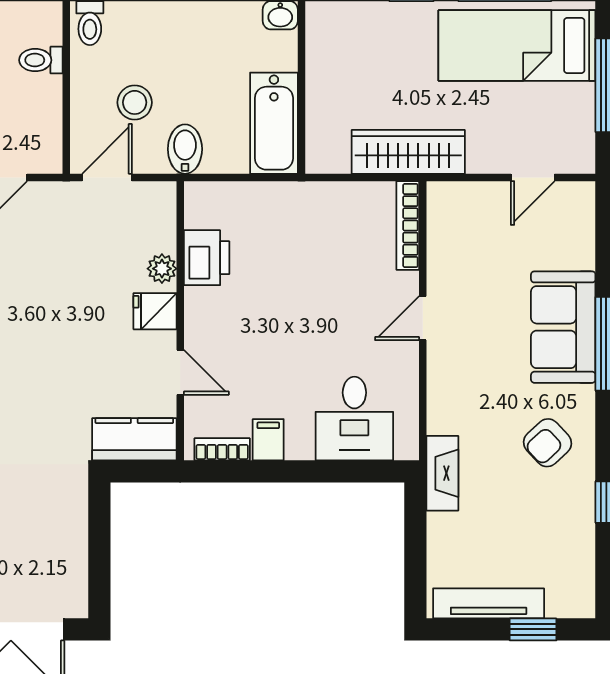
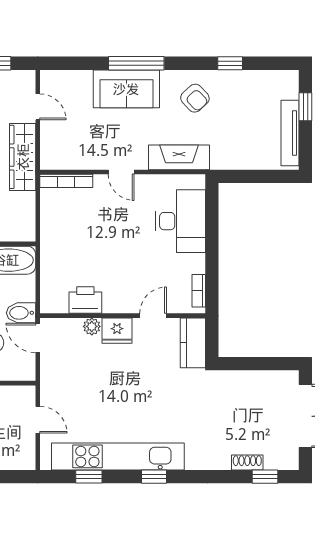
wardrobe: (408, 152) -> (23, 157), moved
door: (107, 177) -> (38, 338), moved
fridge: (155, 311) -> (117, 331), width x1.38
desk: (354, 419) -> (181, 221), width x1.37
filing cabinet: (268, 440) -> (193, 264), removed
fireplace: (442, 473) -> (179, 157), moved, width x1.37, depth x1.32

